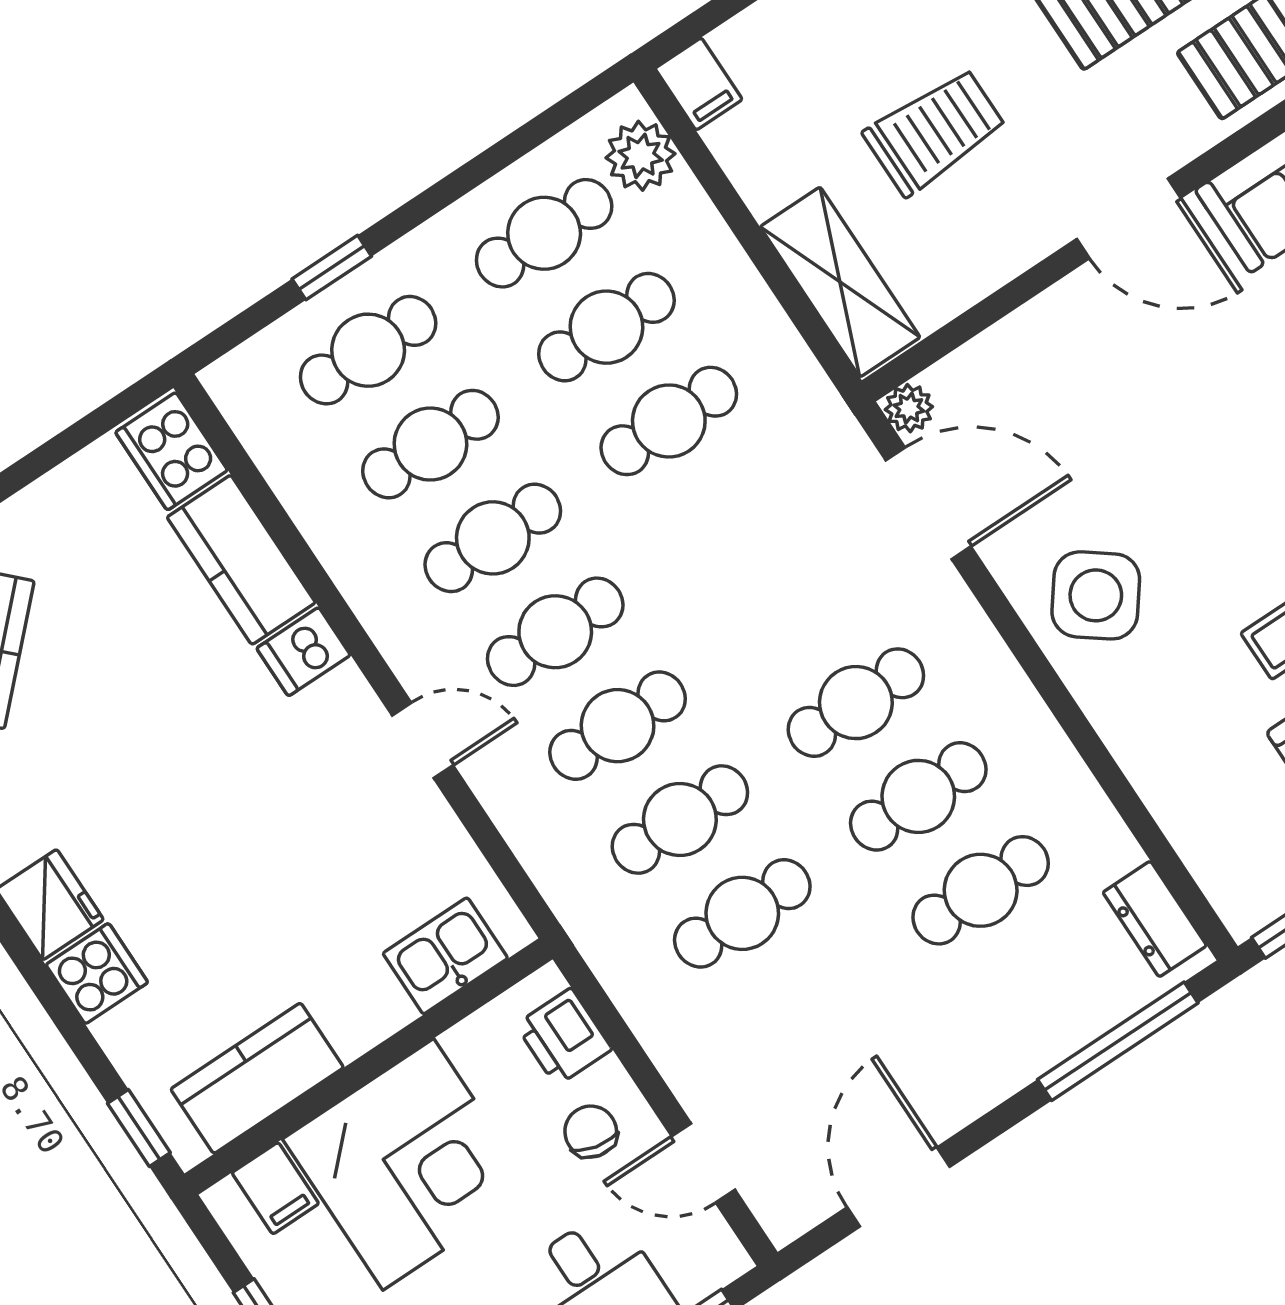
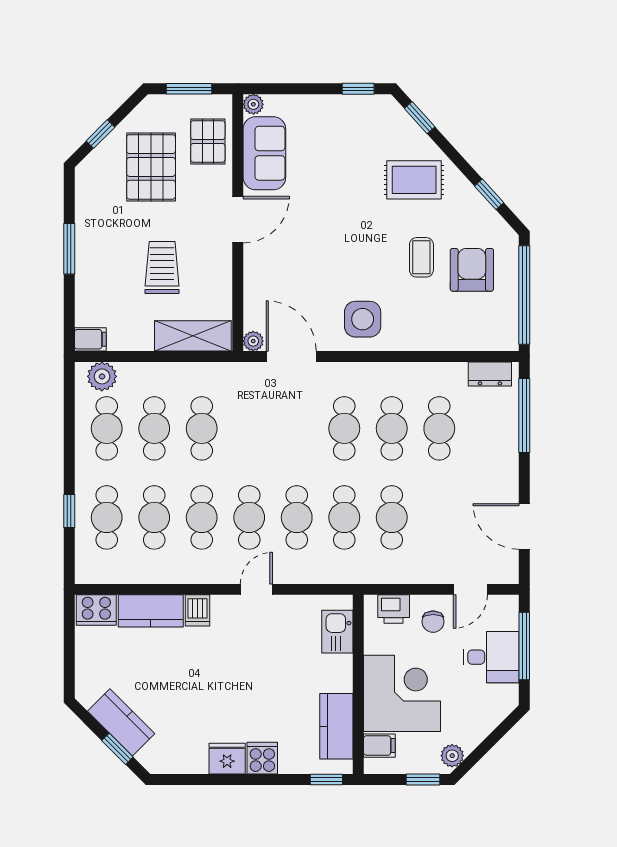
door: (928, 503) -> (291, 356), hinge flipped
side table: (1096, 595) -> (363, 319), turned -37
chair: (591, 1132) -> (433, 622), turned -103

